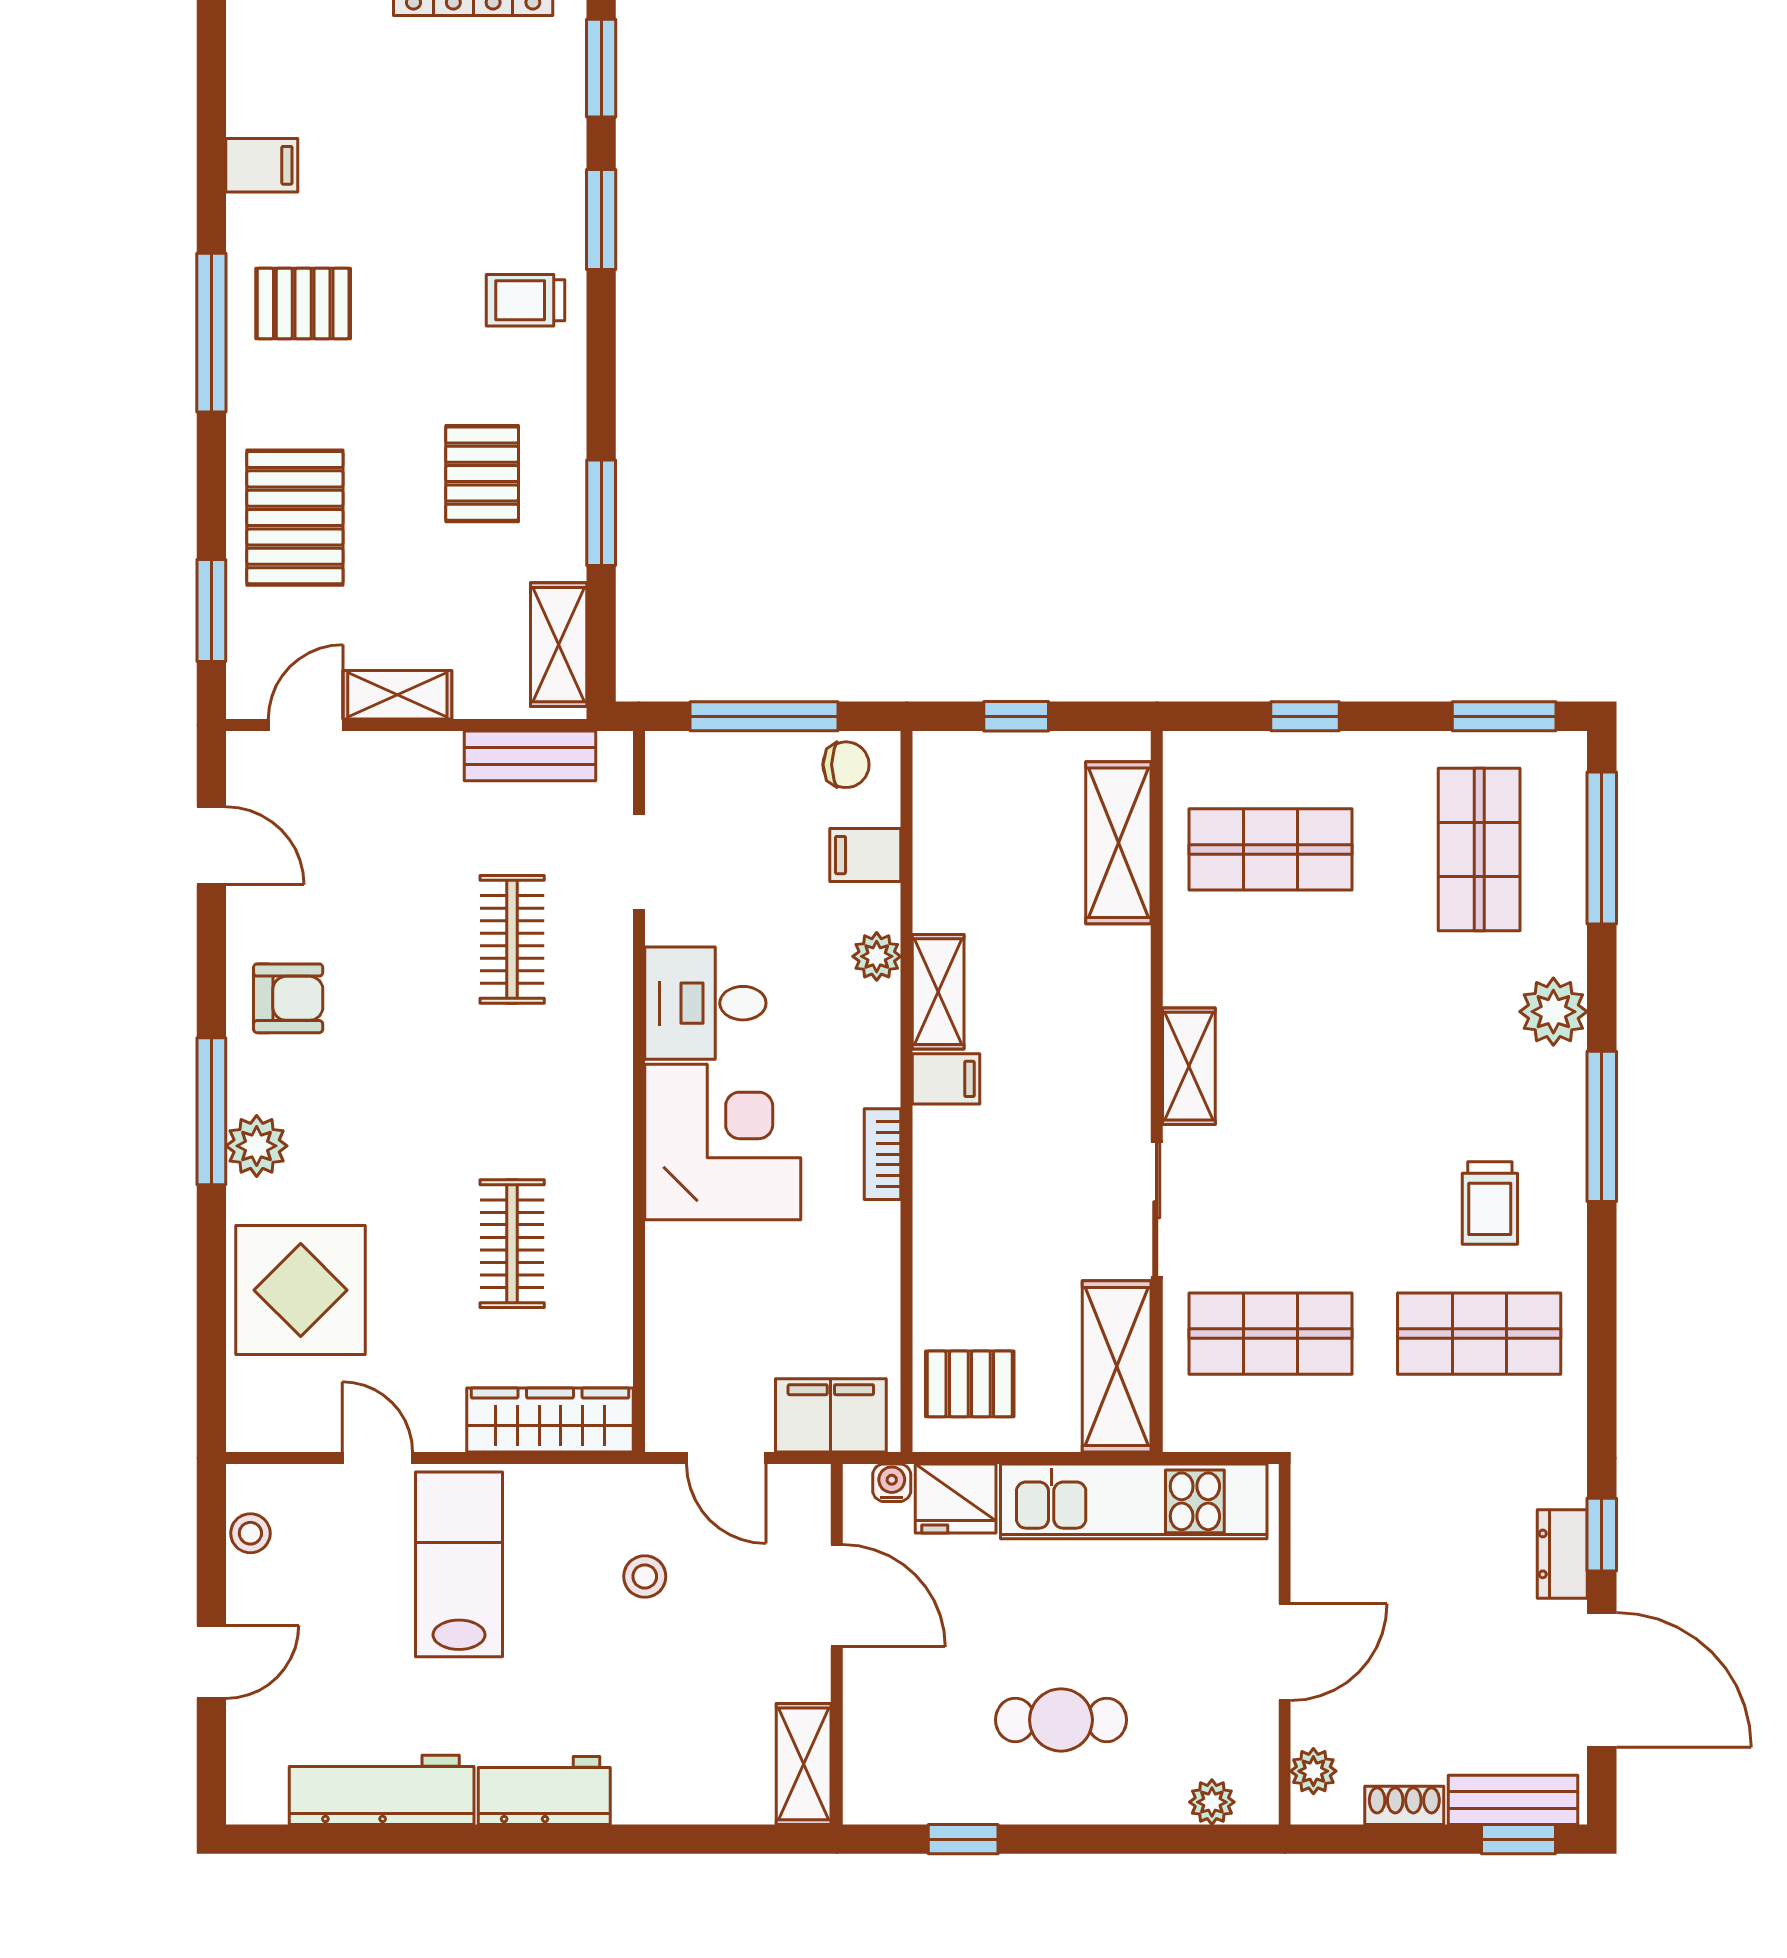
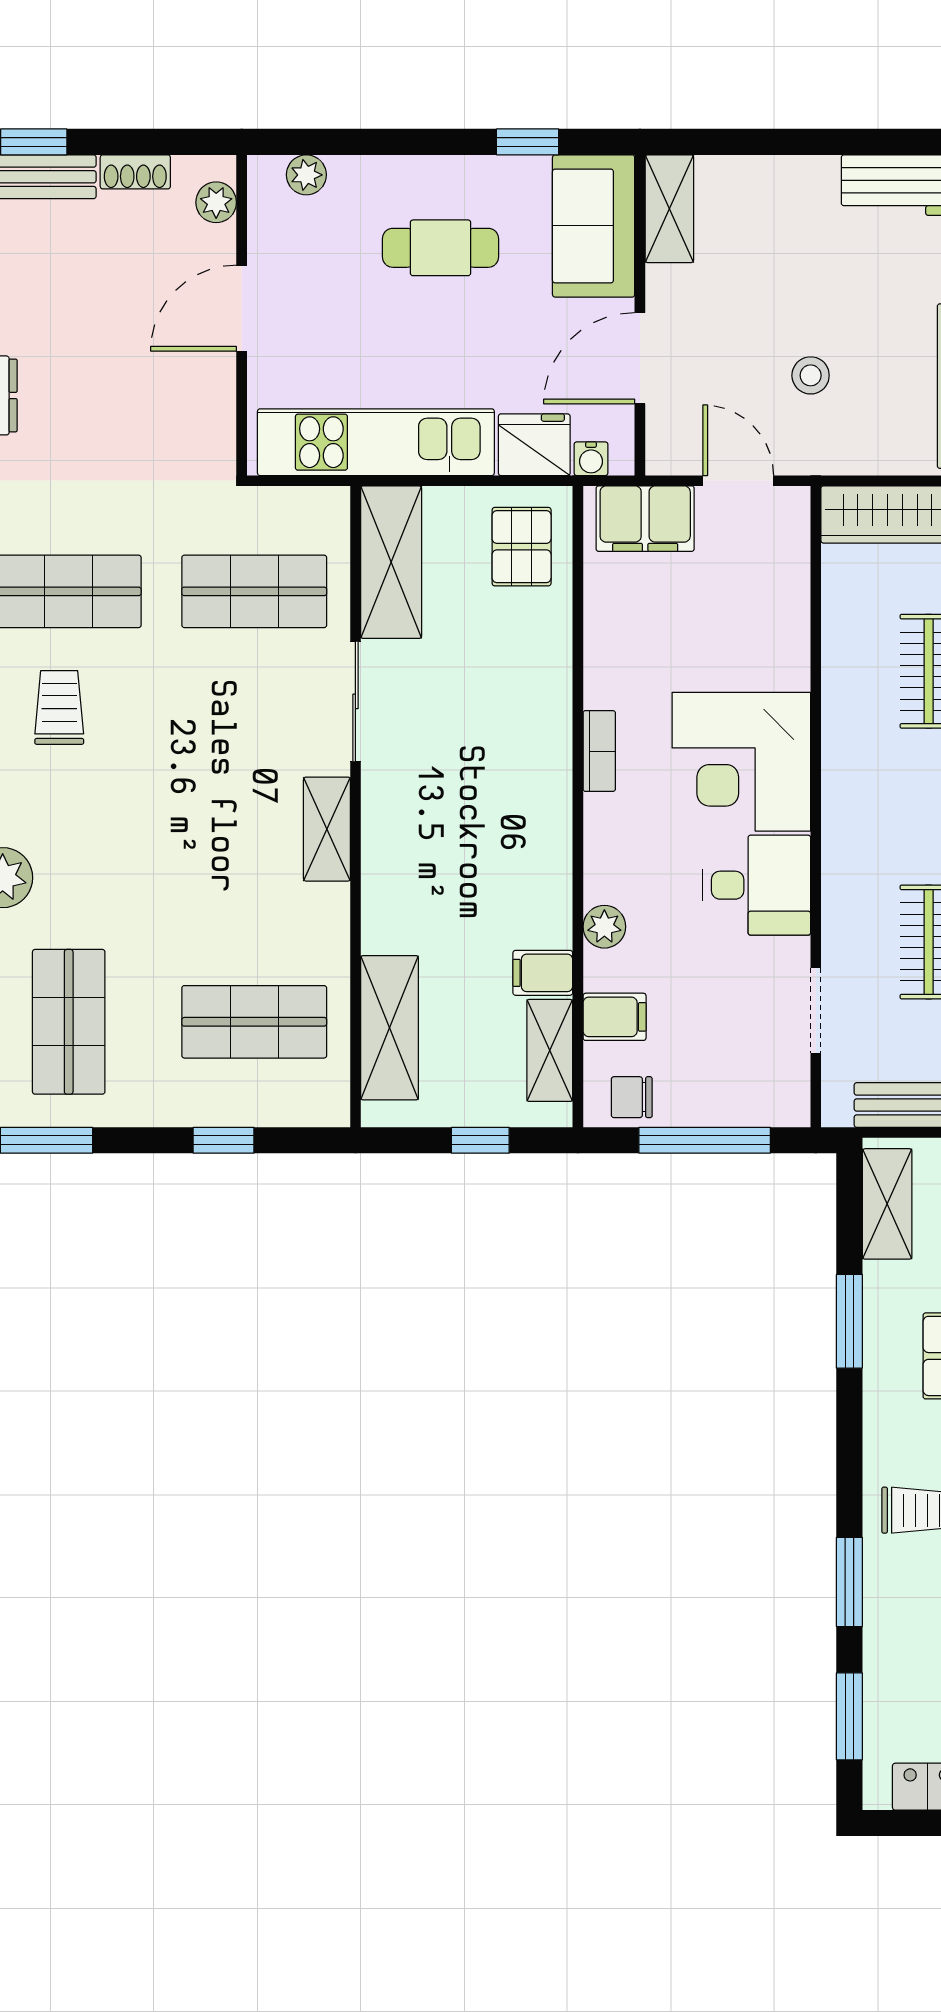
shelving: (938, 992) -> (550, 1050), moved
filing cabinet: (946, 1079) -> (543, 973), moved
pallet: (970, 1384) -> (522, 547), turned 90
door: (837, 1596) -> (640, 358), hinge flipped
sofa: (889, 1745) -> (594, 226), added

